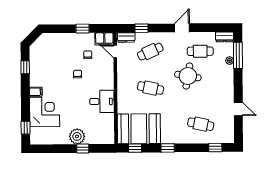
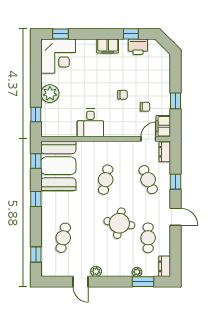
window: (142, 28) -> (175, 182), moved
window: (238, 55) -> (143, 282), width x0.69
printer: (36, 61) -> (138, 47), added
filing cabinet: (36, 92) -> (108, 46), width x2.00
plant: (229, 96) -> (96, 271), added
door: (238, 109) -> (81, 282), hinge flipped
corner desk: (45, 112) -> (58, 56), moved
window: (83, 148) -> (36, 114), moved

